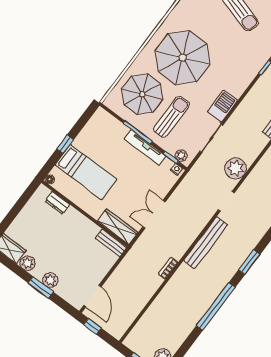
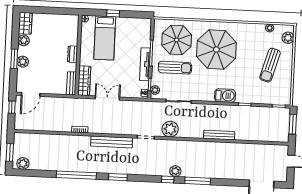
barbecue: (222, 106) -> (225, 96), moved
dresser: (57, 203) -> (73, 54), moved

